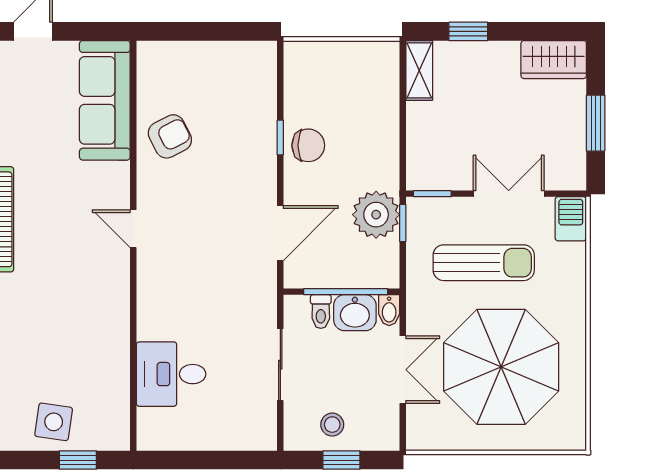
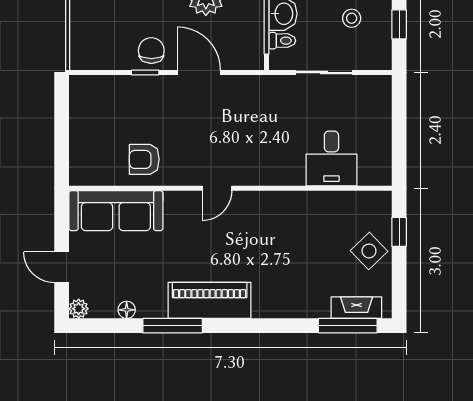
armchair: (170, 136) -> (144, 159), turned -63
door: (280, 233) -> (199, 73), moved
side table: (54, 422) -> (369, 251), turned 38
stool: (332, 425) -> (352, 18), moved

